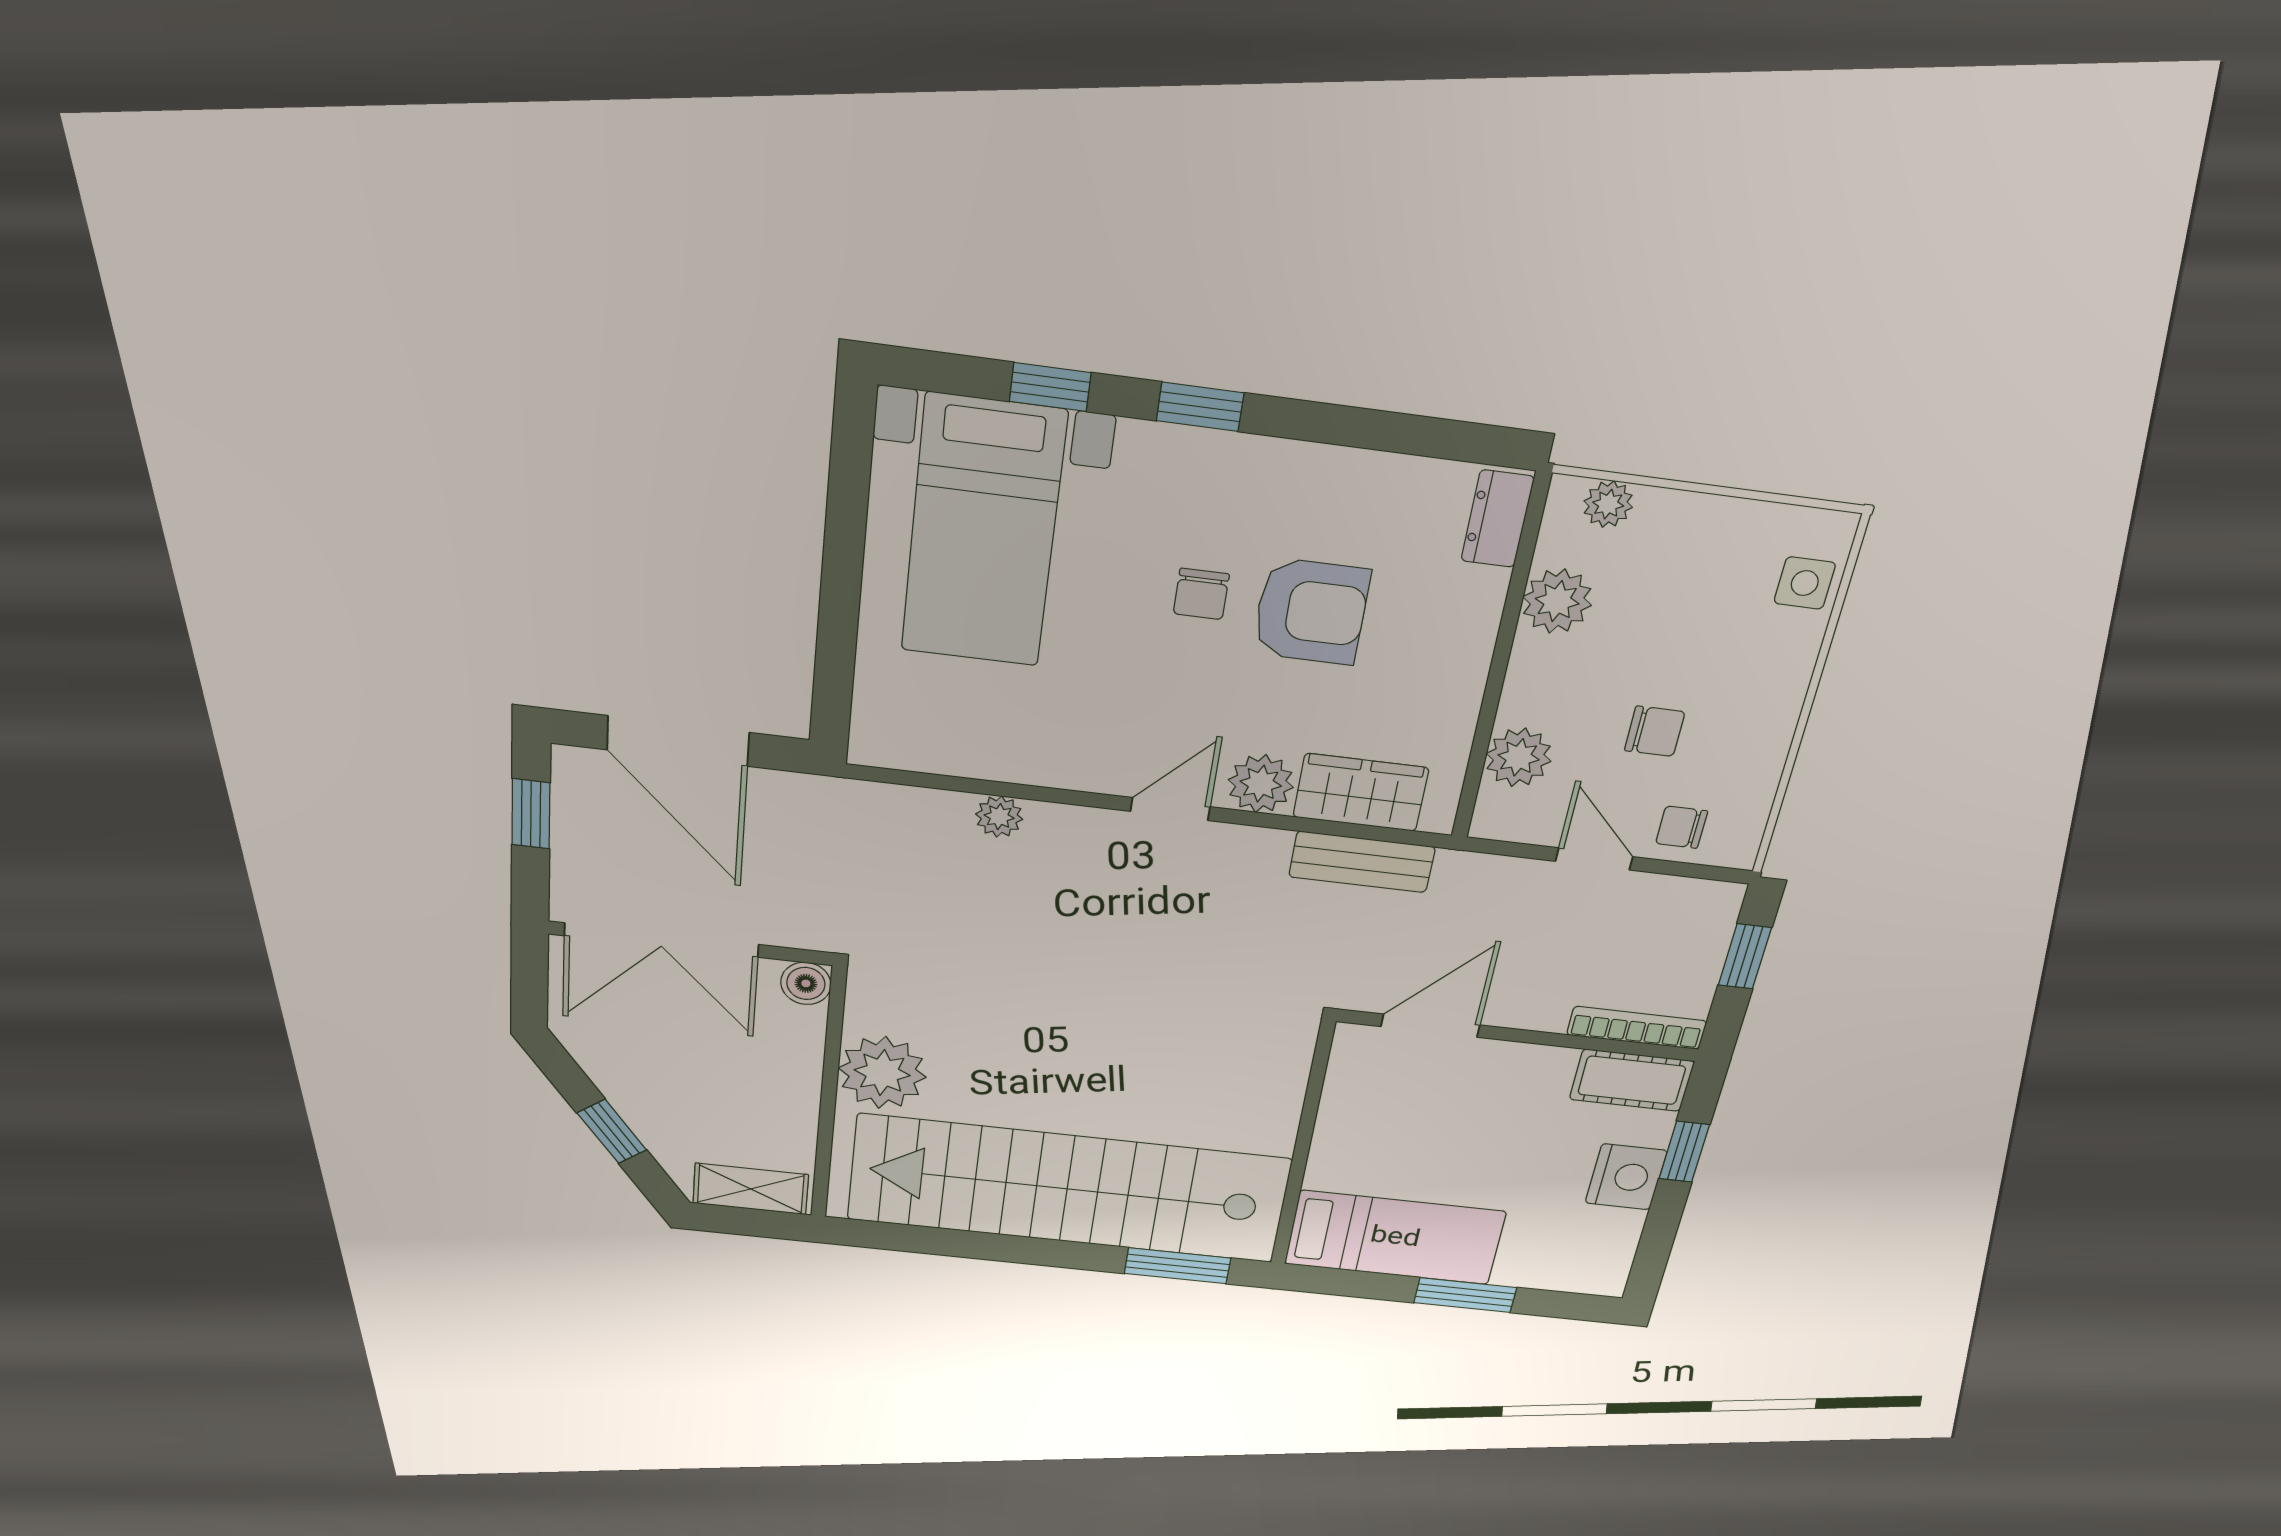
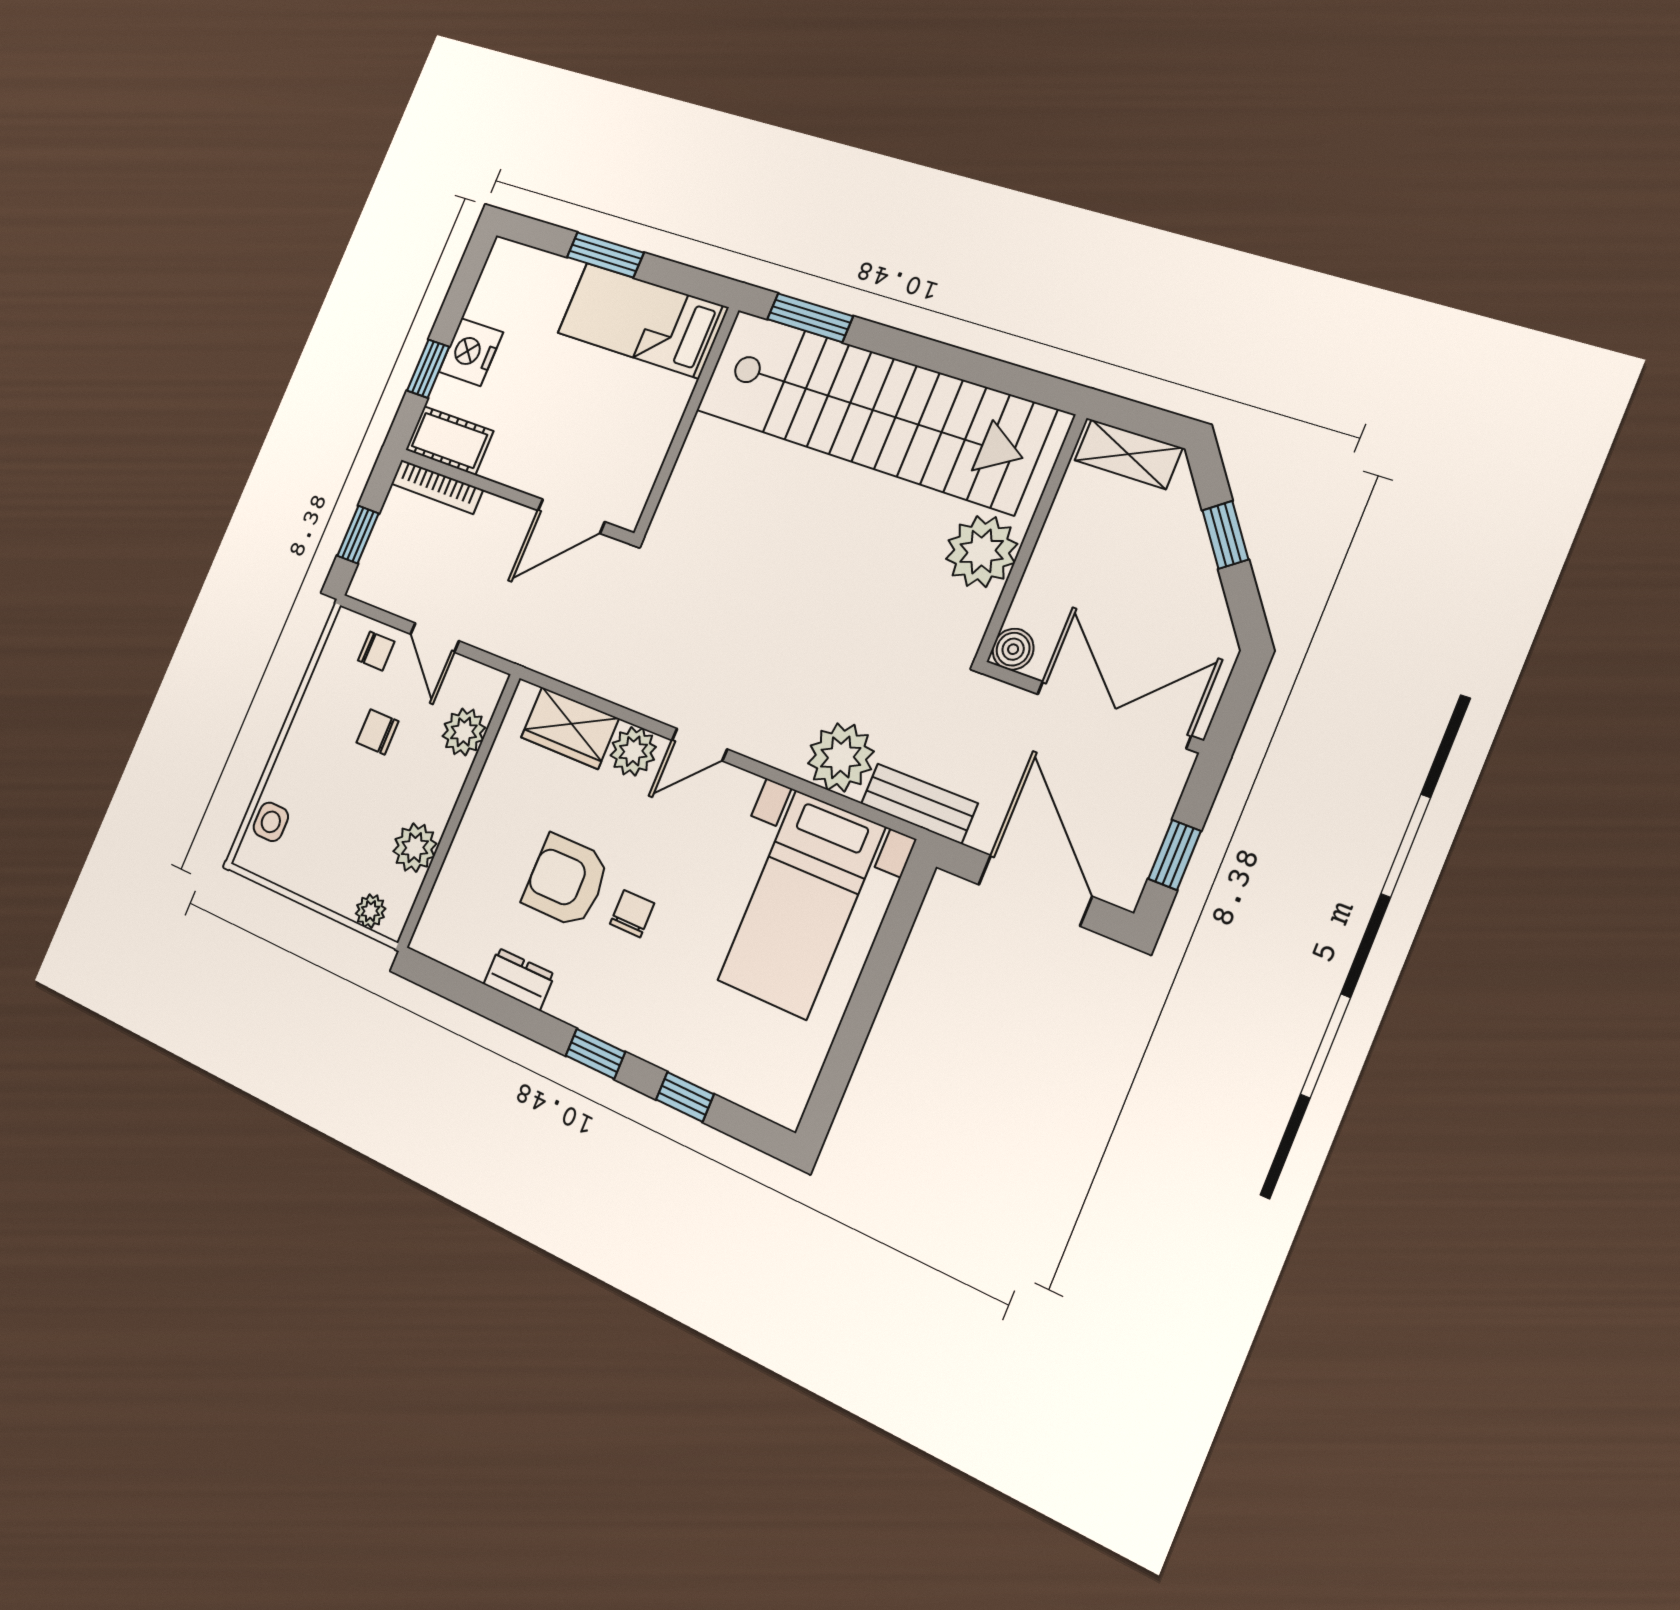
dresser: (1497, 519) -> (519, 979), moved, turned -90
bed with nightstands: (983, 532) -> (801, 904), moved, turned 180
plant: (999, 817) -> (841, 757), width x1.87, depth x1.87
bench: (1362, 862) -> (919, 803), moved

